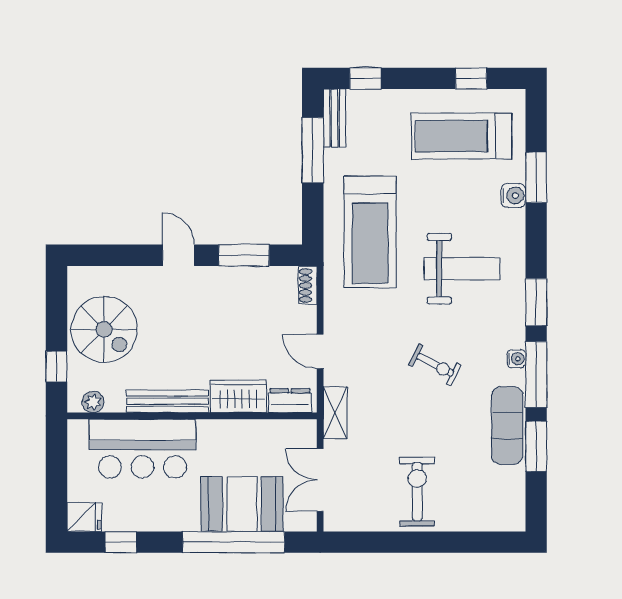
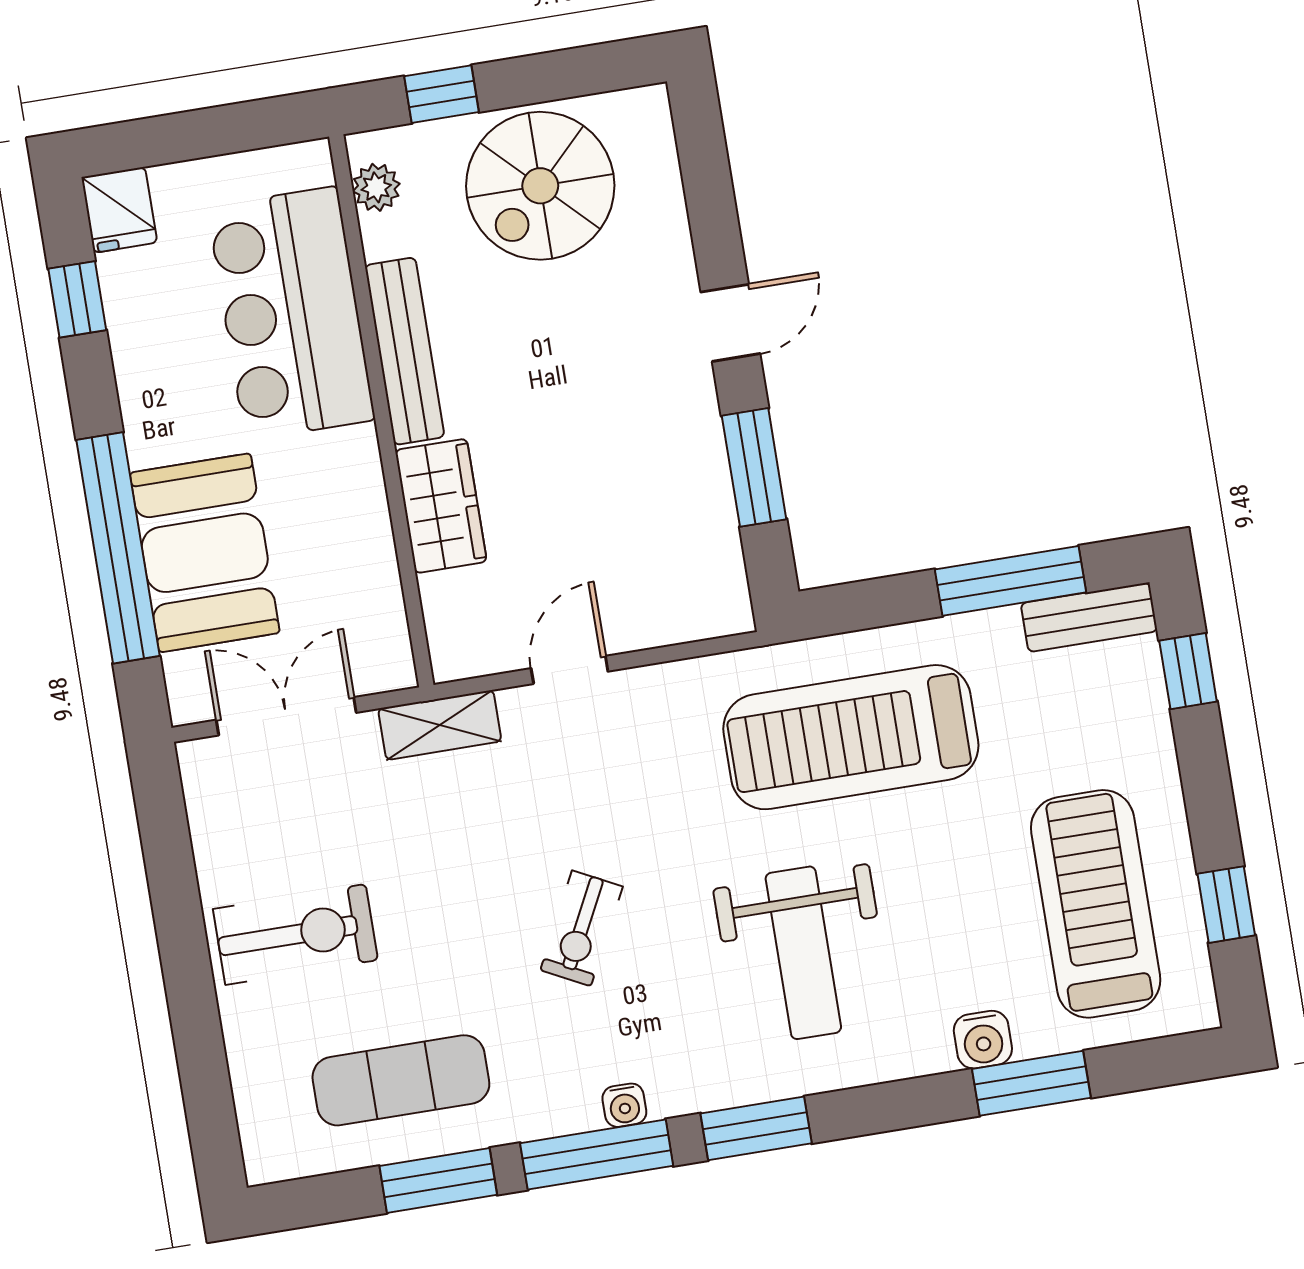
shoe rack: (308, 285) -> (711, 619), removed
dresser: (290, 401) -> (450, 621), removed
exercise mat: (507, 426) -> (401, 1080), moved

